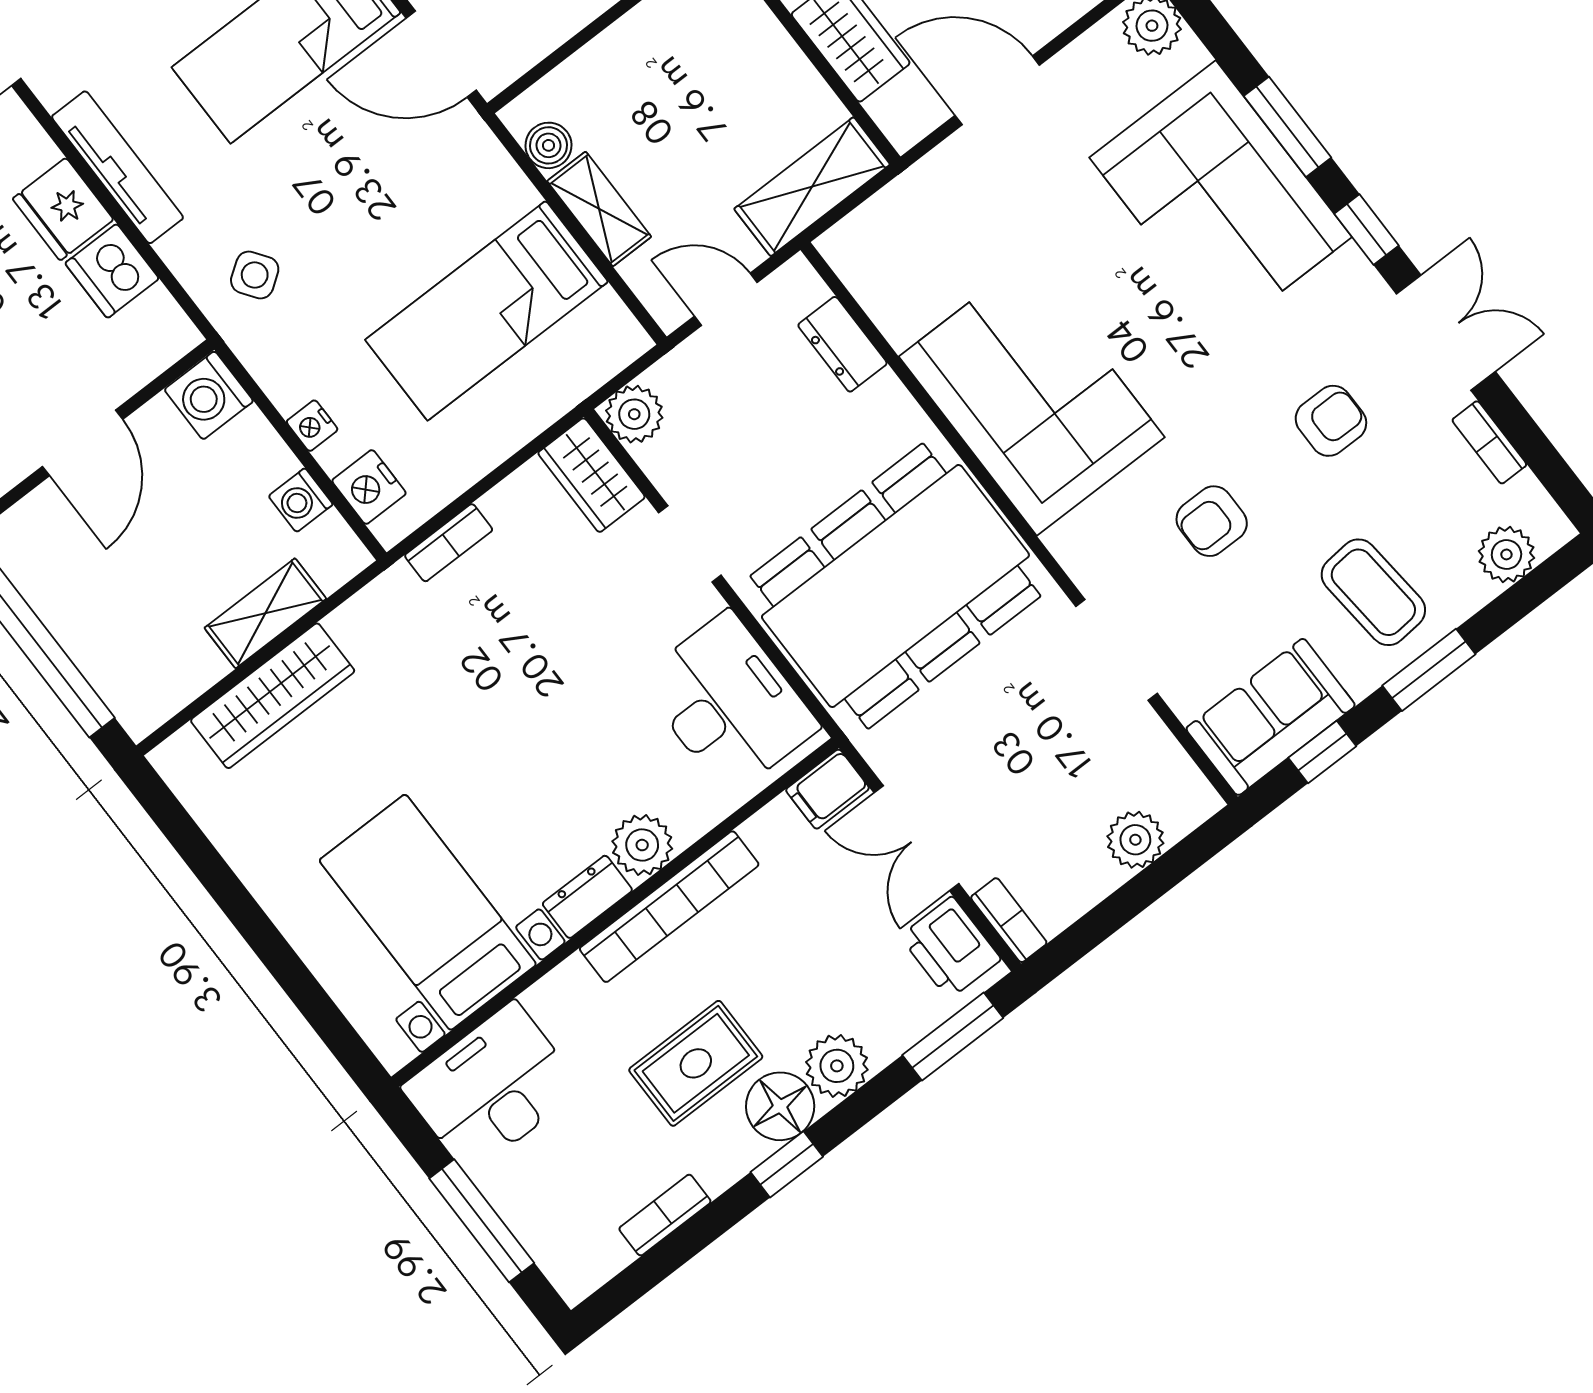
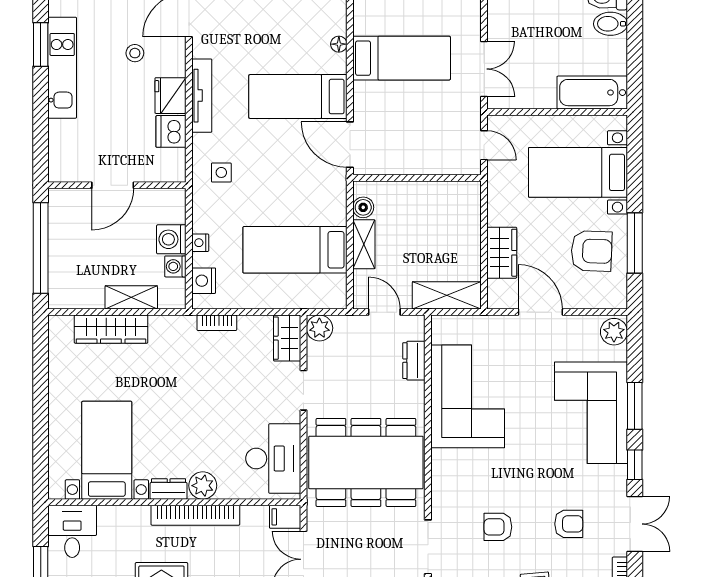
side table: (255, 275) -> (221, 172), turned 35
washing machine: (209, 395) -> (171, 239), moved
corner sofa: (1032, 397) -> (468, 396), moved
desk: (492, 1088) -> (72, 531), width x0.73

